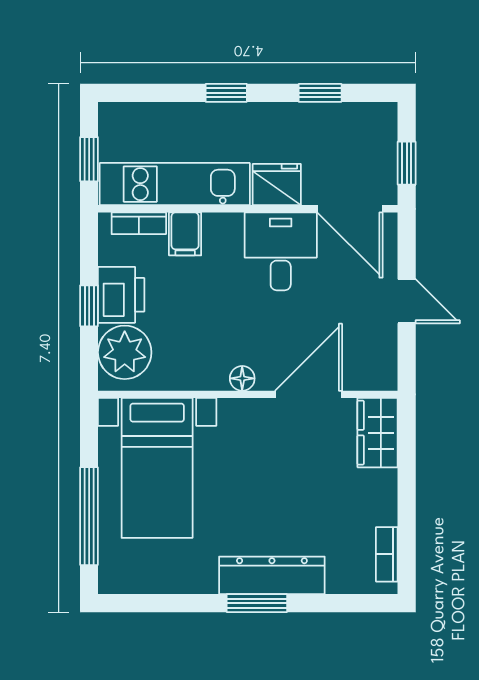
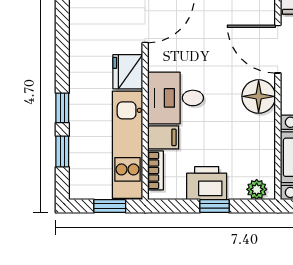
window: (320, 93) -> (62, 151), moved
desk: (281, 251) -> (176, 98), moved
plant: (125, 352) -> (257, 189), width x0.53, depth x0.53
floor lamp: (242, 378) -> (259, 96), width x1.89, depth x1.89

